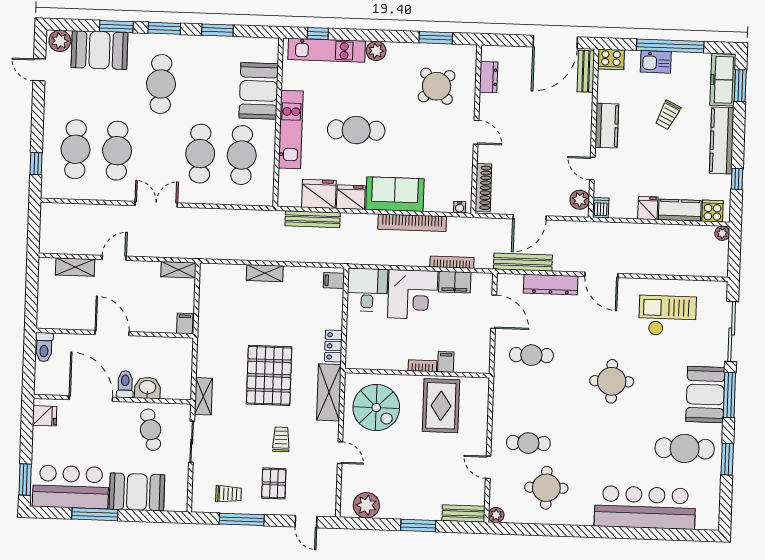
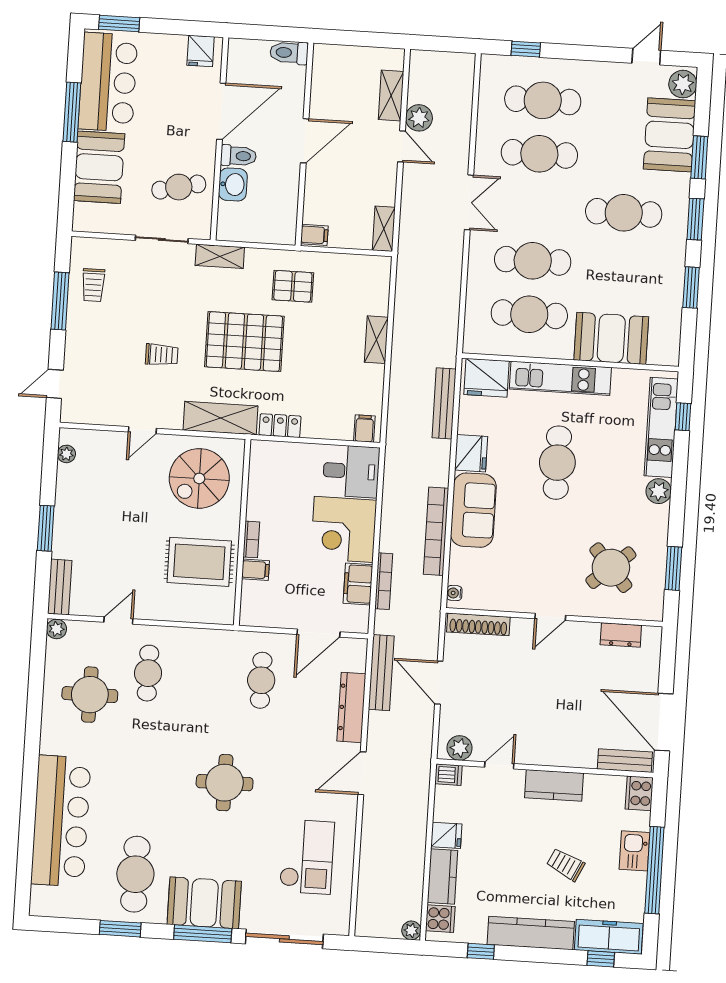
window: (740, 86) -> (601, 959), width x0.67
fridge: (319, 194) -> (487, 378), moved, turned 90
plant: (92, 245) -> (419, 118), added
pallet: (274, 483) -> (293, 286), moved
plant: (366, 505) -> (66, 454), width x0.53, depth x0.53

